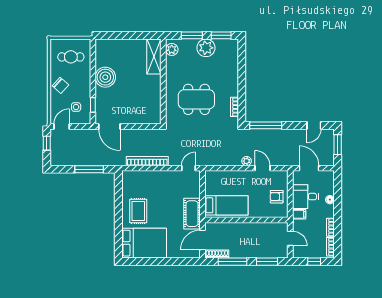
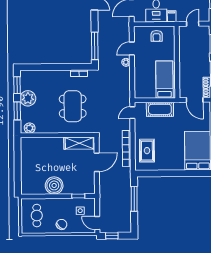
shelving: (154, 56) -> (79, 143), moved
door: (109, 127) -> (97, 162), moved
door: (188, 168) -> (132, 113), hinge flipped
rug: (138, 211) -> (147, 151), moved, turned 90
cot: (192, 214) -> (160, 109), moved

